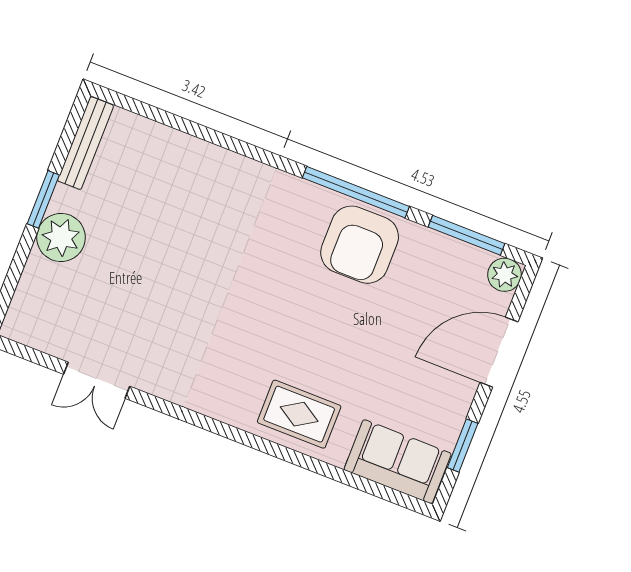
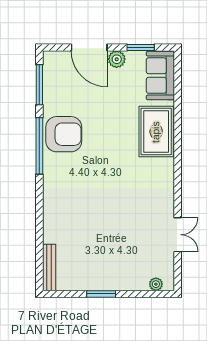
bench: (86, 143) -> (49, 267), moved, turned 90
plant: (61, 238) -> (156, 284), moved, width x0.53, depth x0.53
plant: (505, 275) -> (117, 59), moved
rug: (299, 414) -> (156, 132), width x1.36, depth x1.43

